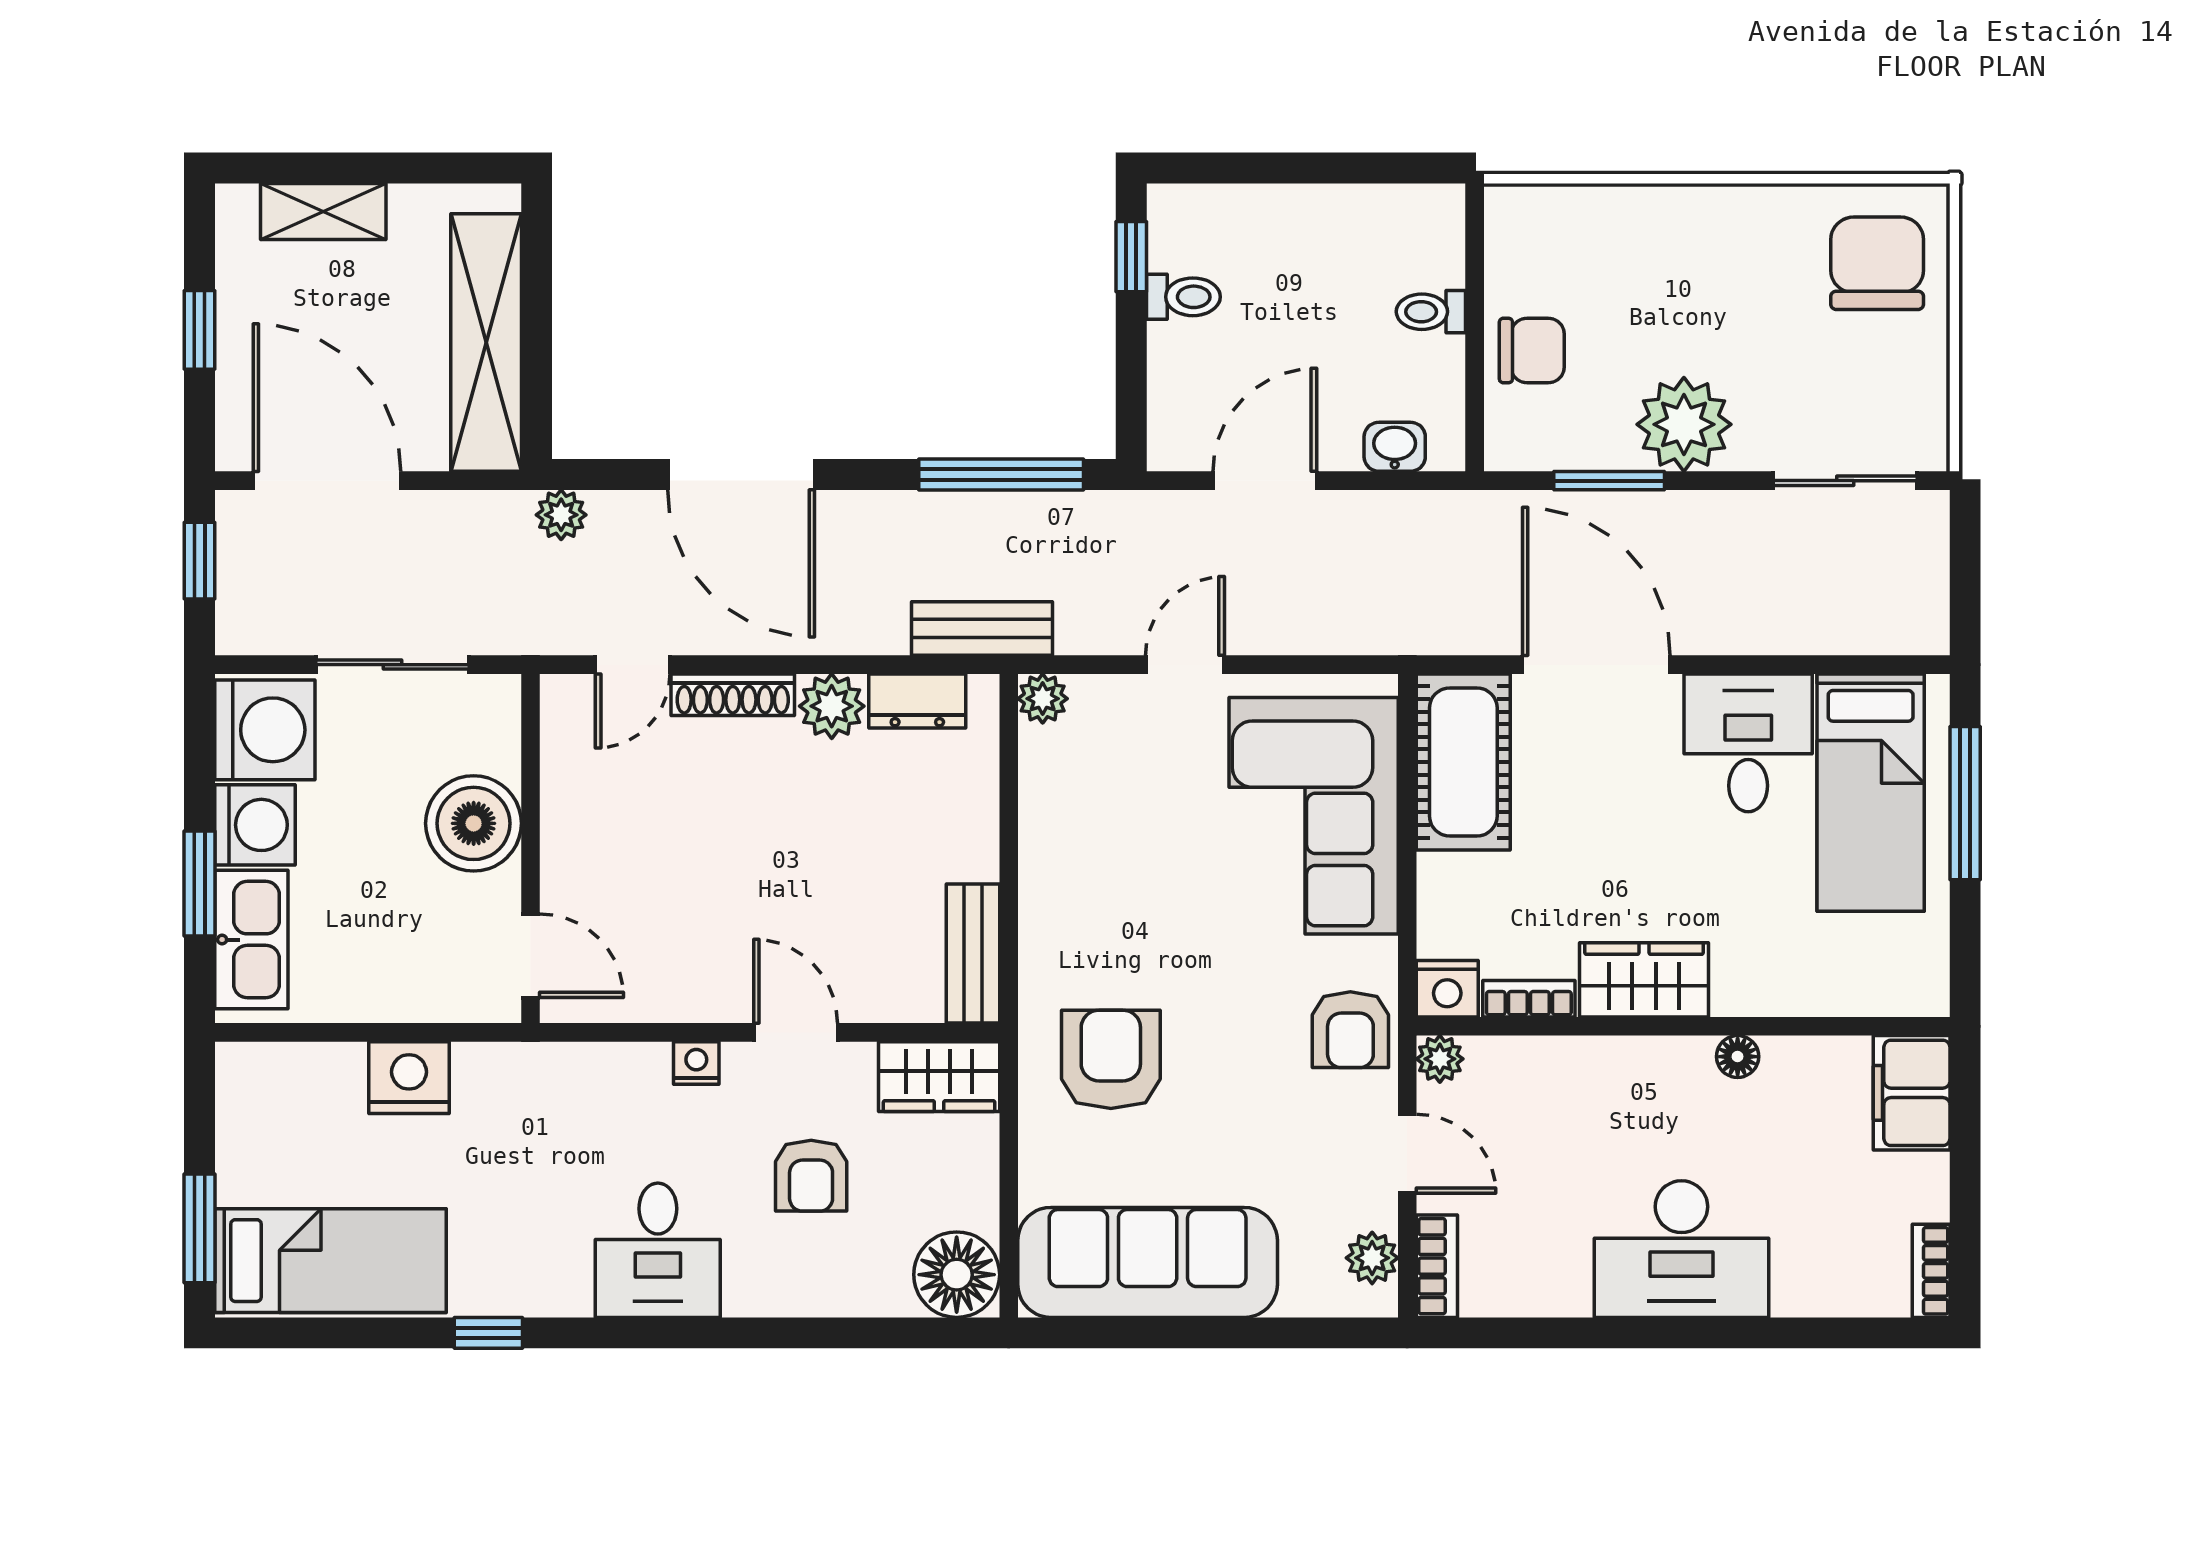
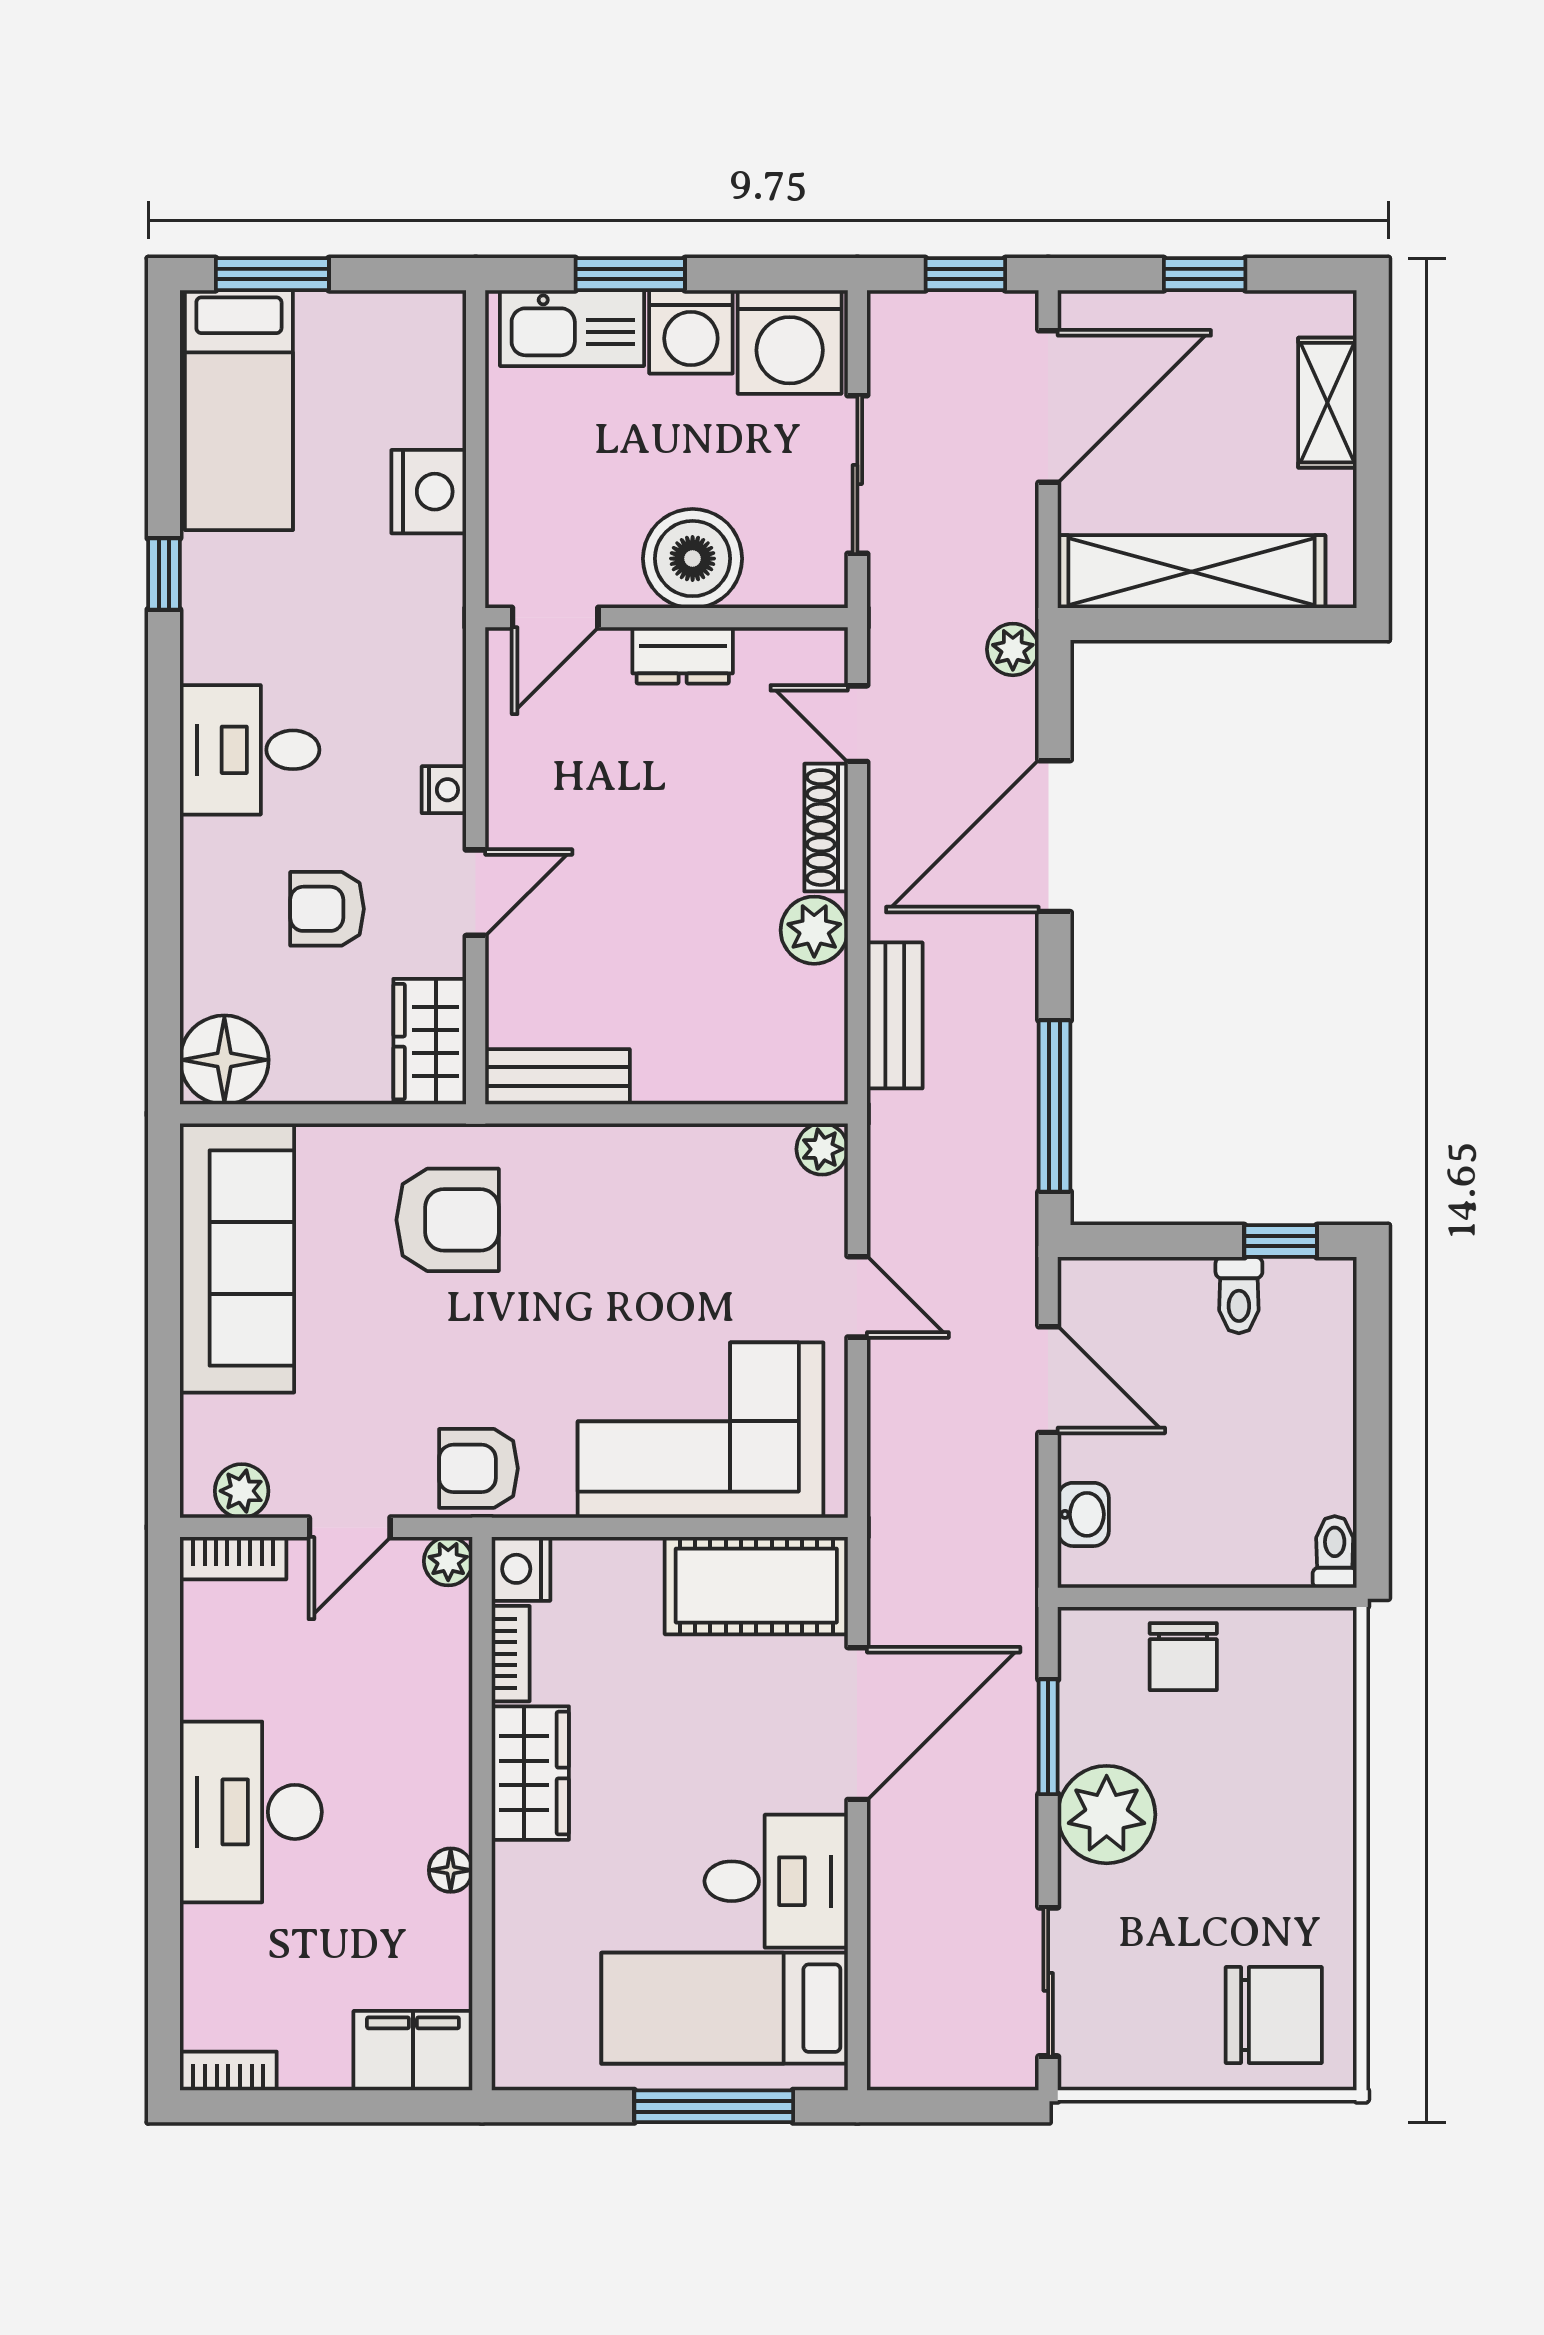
toilet: (1431, 312) -> (1335, 1552), moved
bench: (982, 629) -> (895, 1015), moved
dresser: (917, 701) -> (683, 655), moved, turned -90

